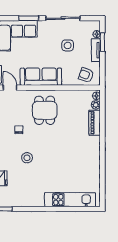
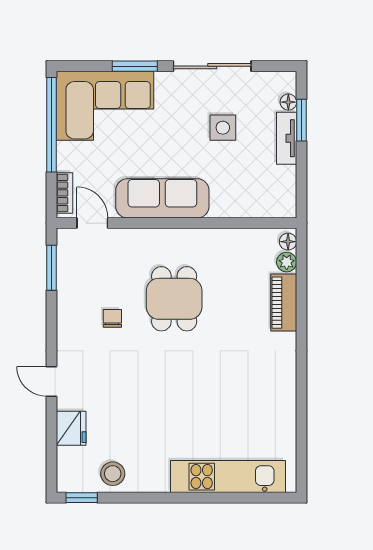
armchair: (86, 75) -> (265, 195), removed
dining table: (45, 110) -> (174, 299), moved
stool: (27, 158) -> (113, 474), moved

